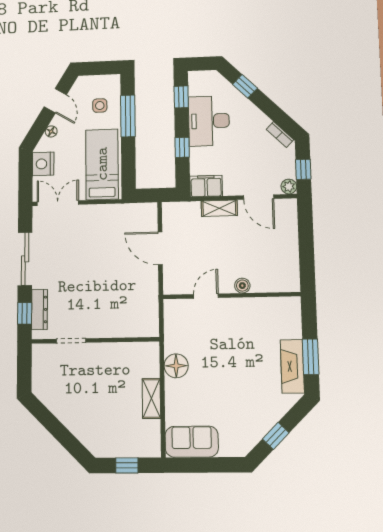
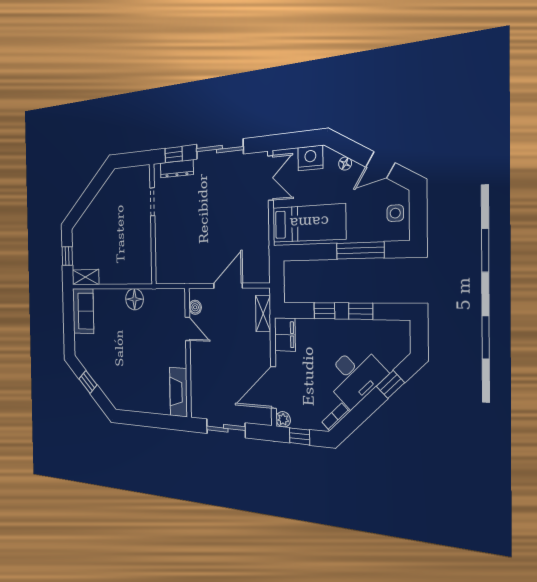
window: (181, 97) -> (361, 311), moved
side table: (100, 106) -> (395, 213), moved
desk: (209, 121) -> (355, 376), moved, turned 135
door: (259, 197) -> (274, 387), width x1.36
shelving: (219, 208) -> (263, 314), moved
sliding door: (306, 250) -> (226, 428), added
boiler: (242, 286) -> (195, 307), moved
window: (311, 357) -> (142, 419), removed
fireplace: (292, 366) -> (179, 392), moved, turned -90
shelving: (151, 399) -> (86, 277), moved

